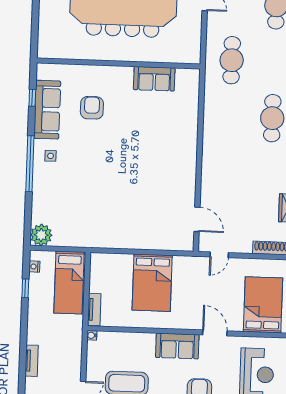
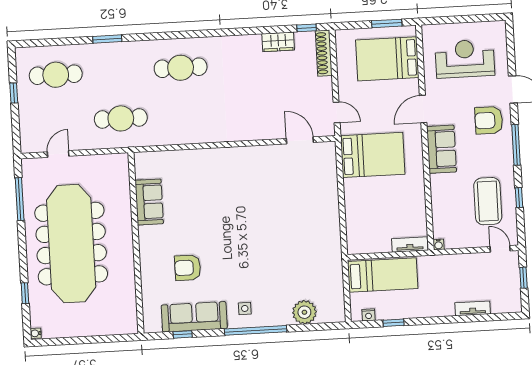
door: (197, 219) -> (300, 140), hinge flipped
plant: (41, 235) -> (304, 312), moved
bed: (152, 283) -> (373, 155), moved

